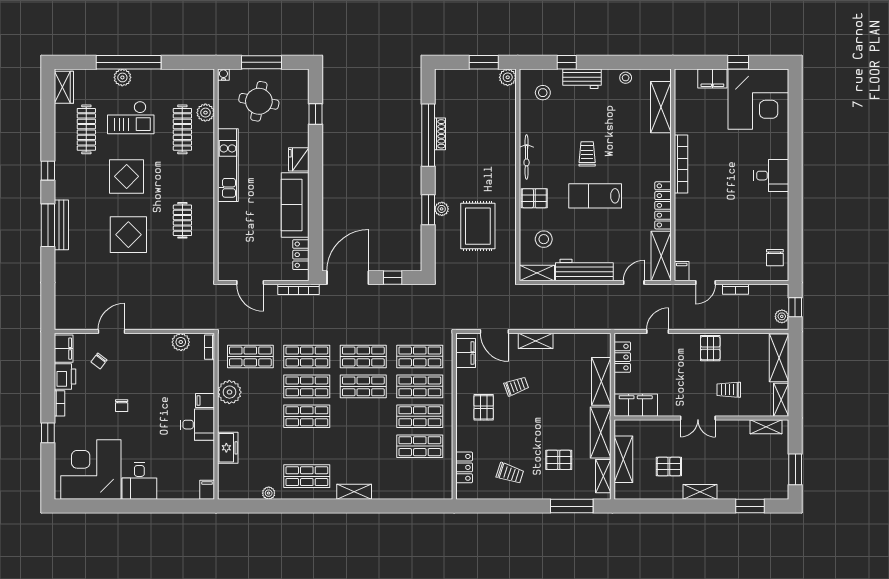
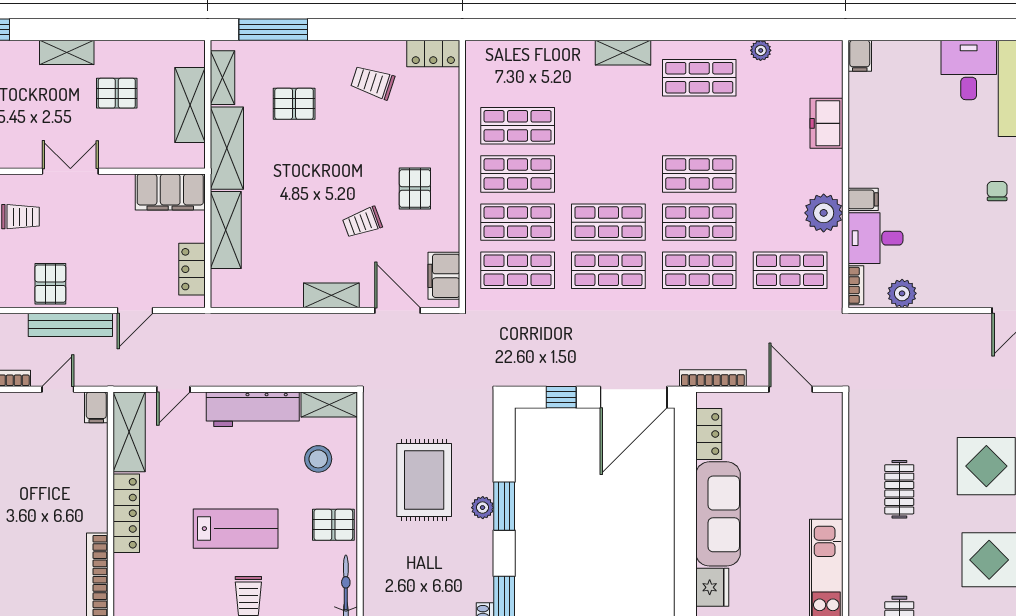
bench: (698, 322) -> (70, 325), added
desk: (197, 425) -> (875, 238), moved
locker: (464, 467) -> (433, 53), moved, turned -90

